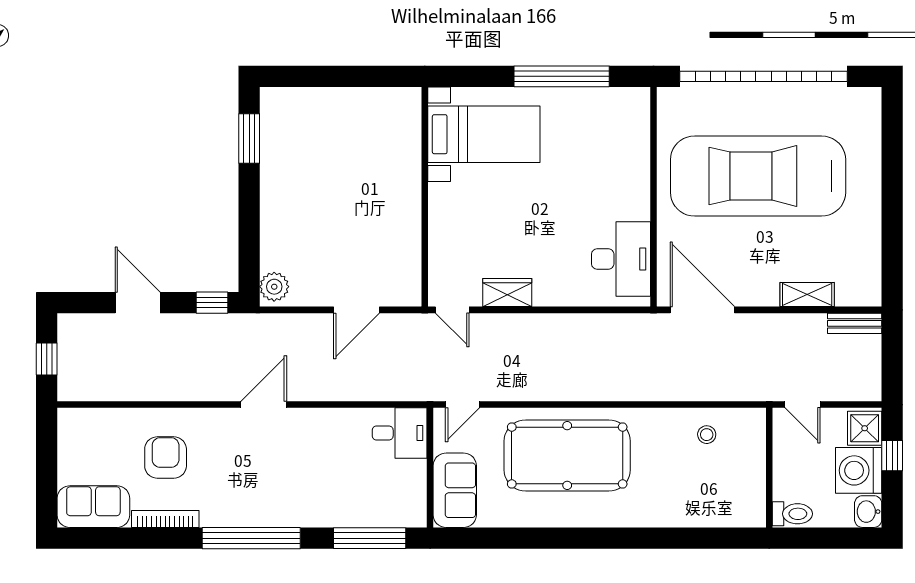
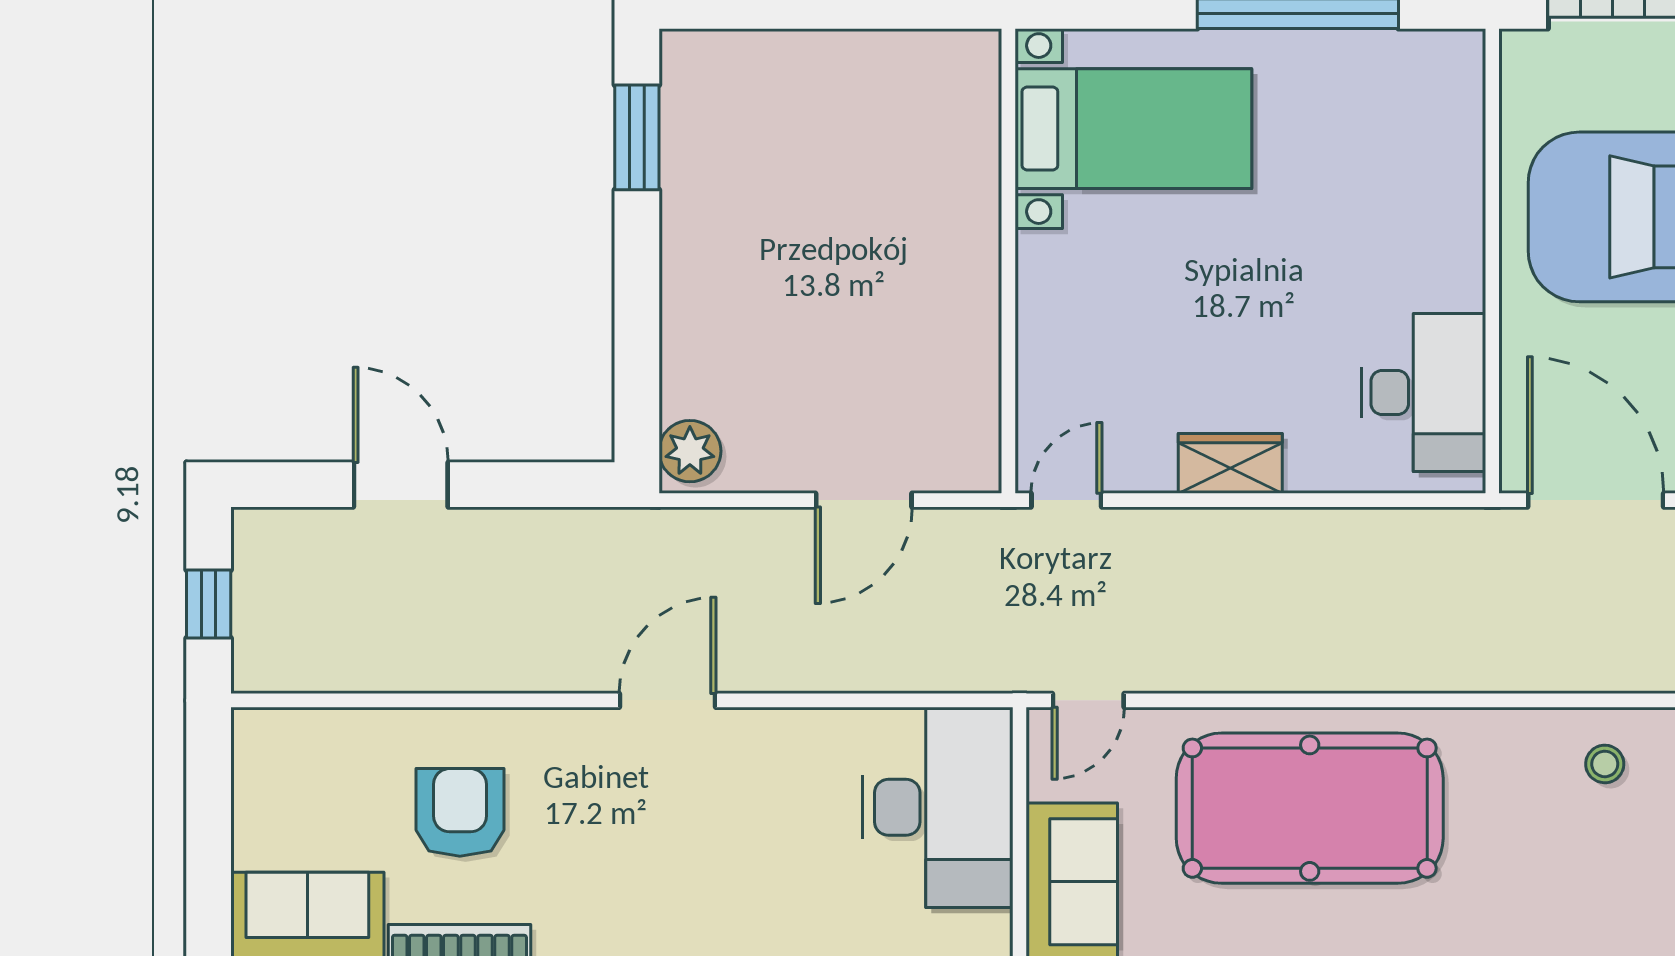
wardrobe: (507, 293) -> (1230, 463), moved
window: (212, 303) -> (558, 485), removed
door: (452, 310) -> (1066, 500), swing flipped
desk: (400, 433) -> (938, 807), width x1.87, depth x1.30

